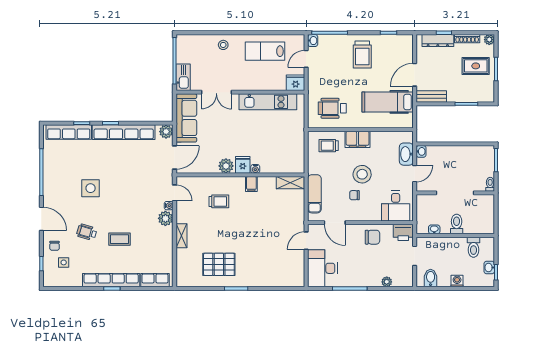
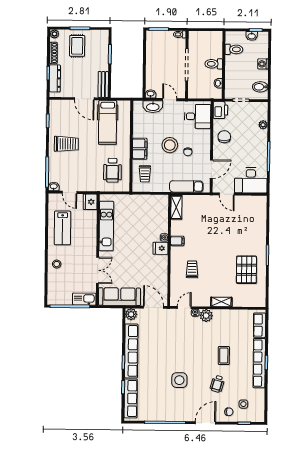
plant: (226, 166) -> (161, 263), removed

